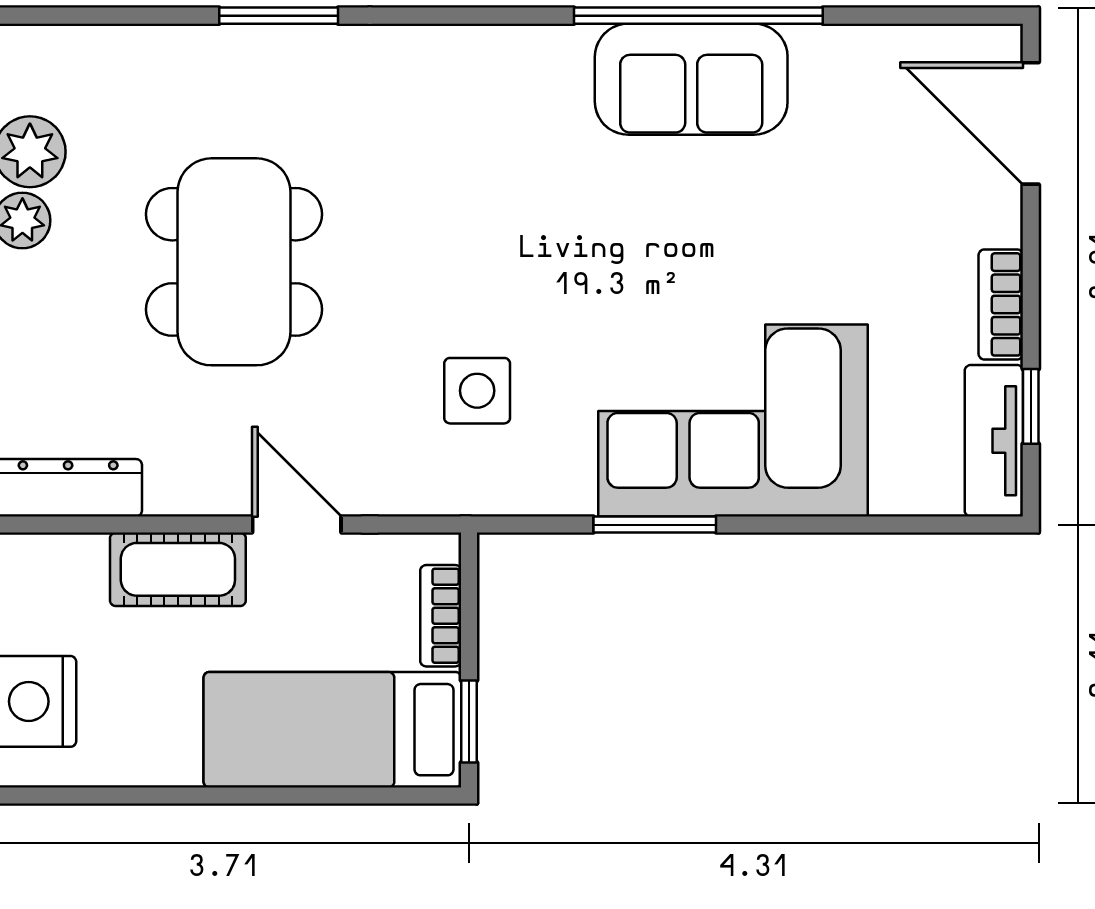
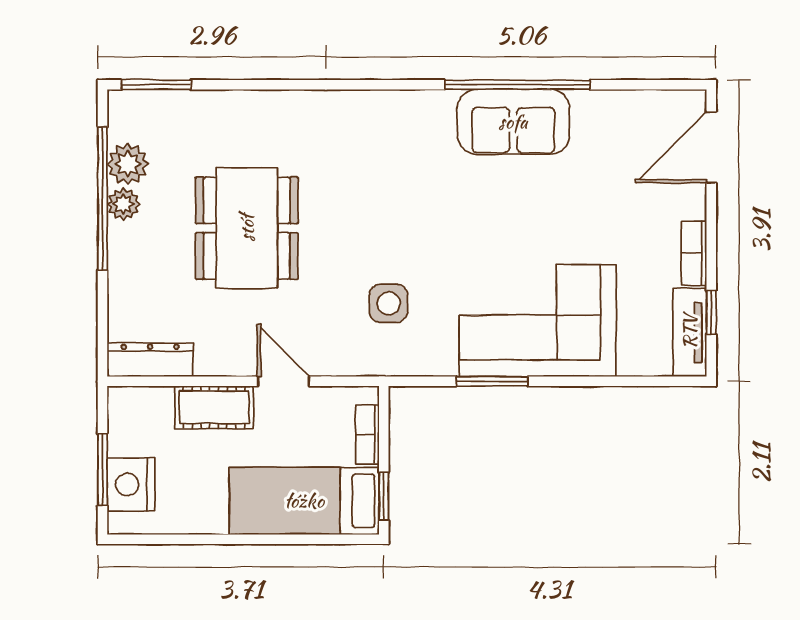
window: (279, 16) -> (156, 85), moved
door: (1031, 123) -> (711, 147), hinge flipped

